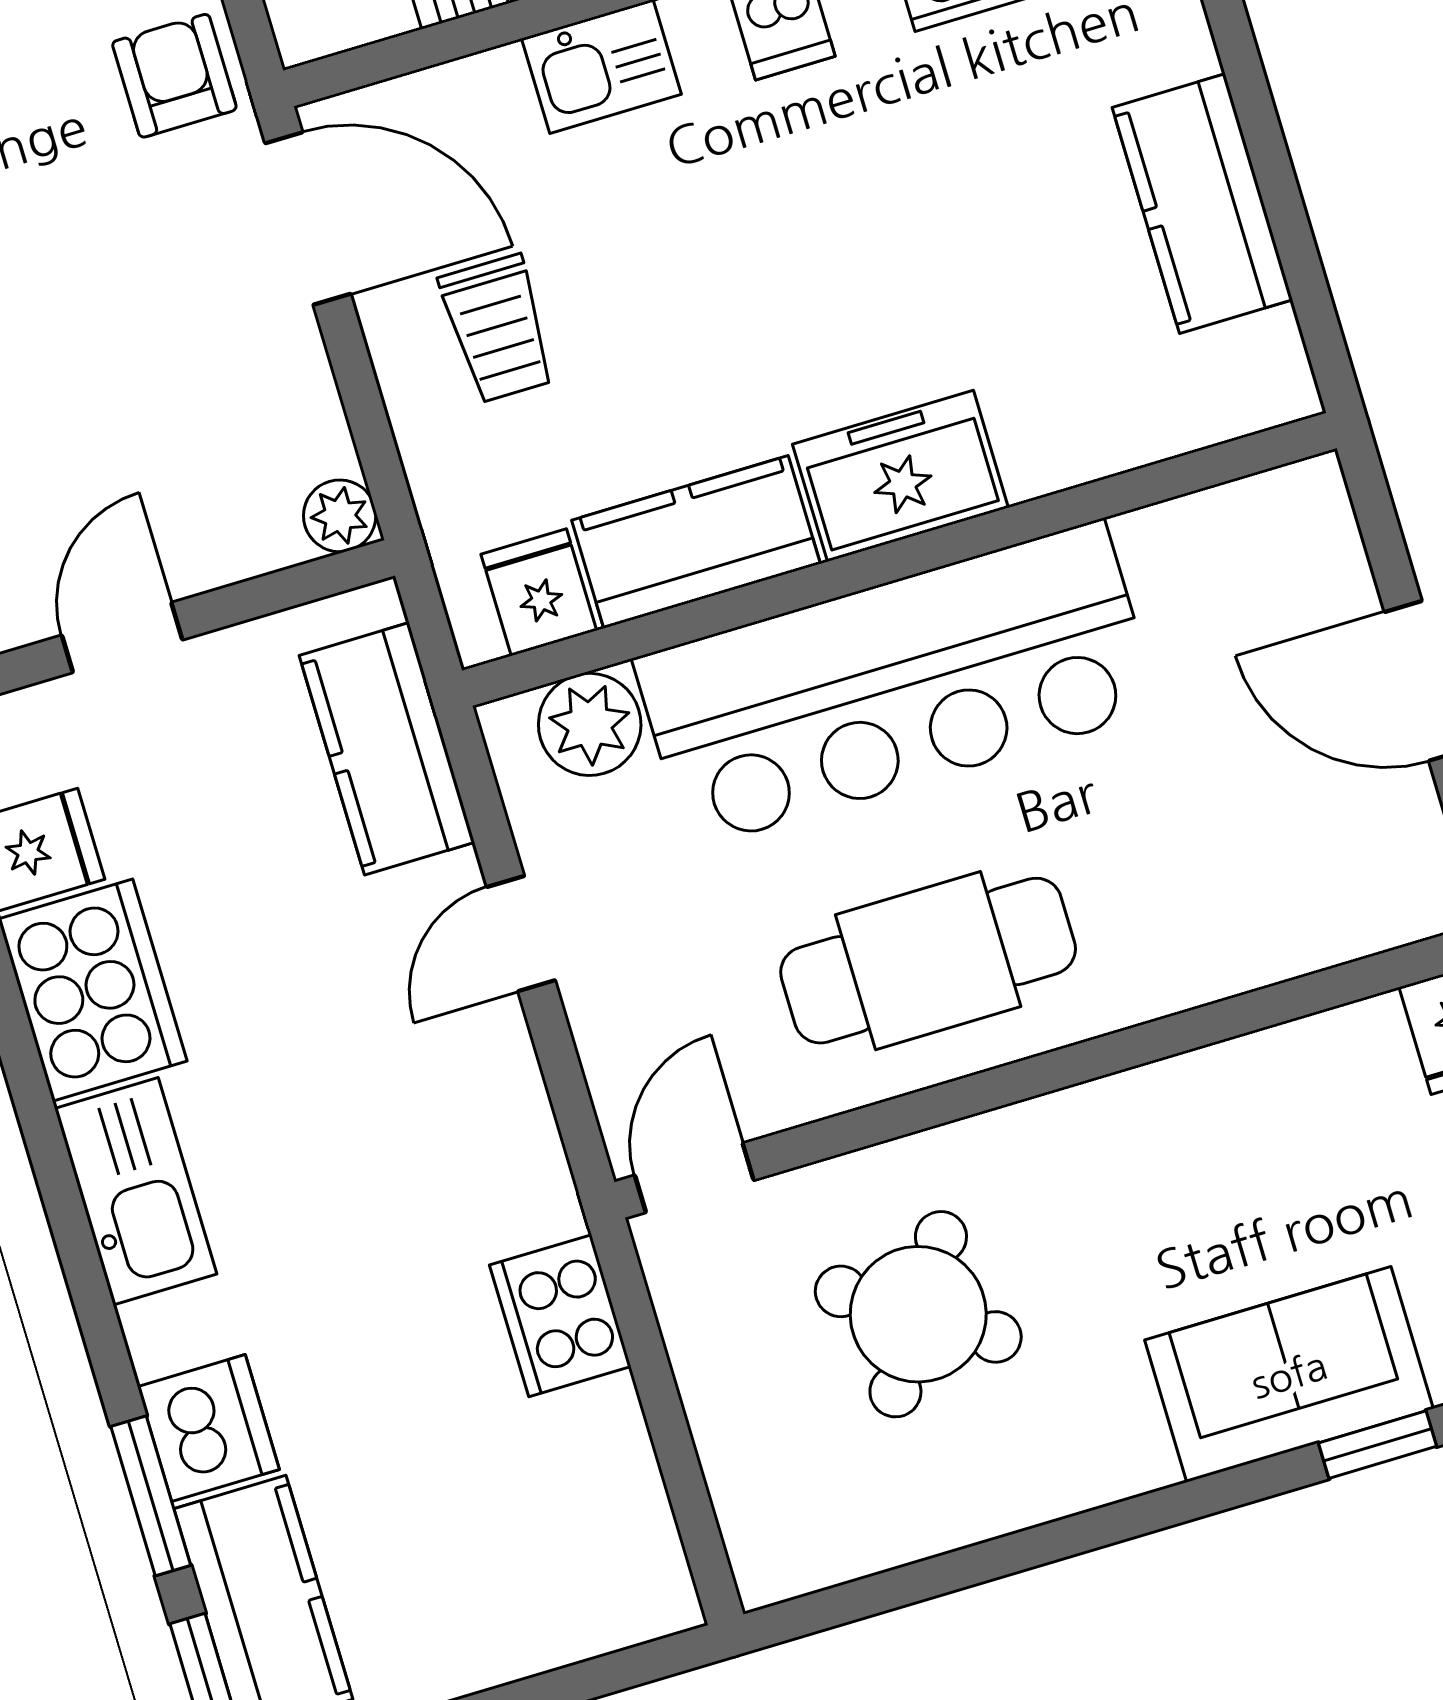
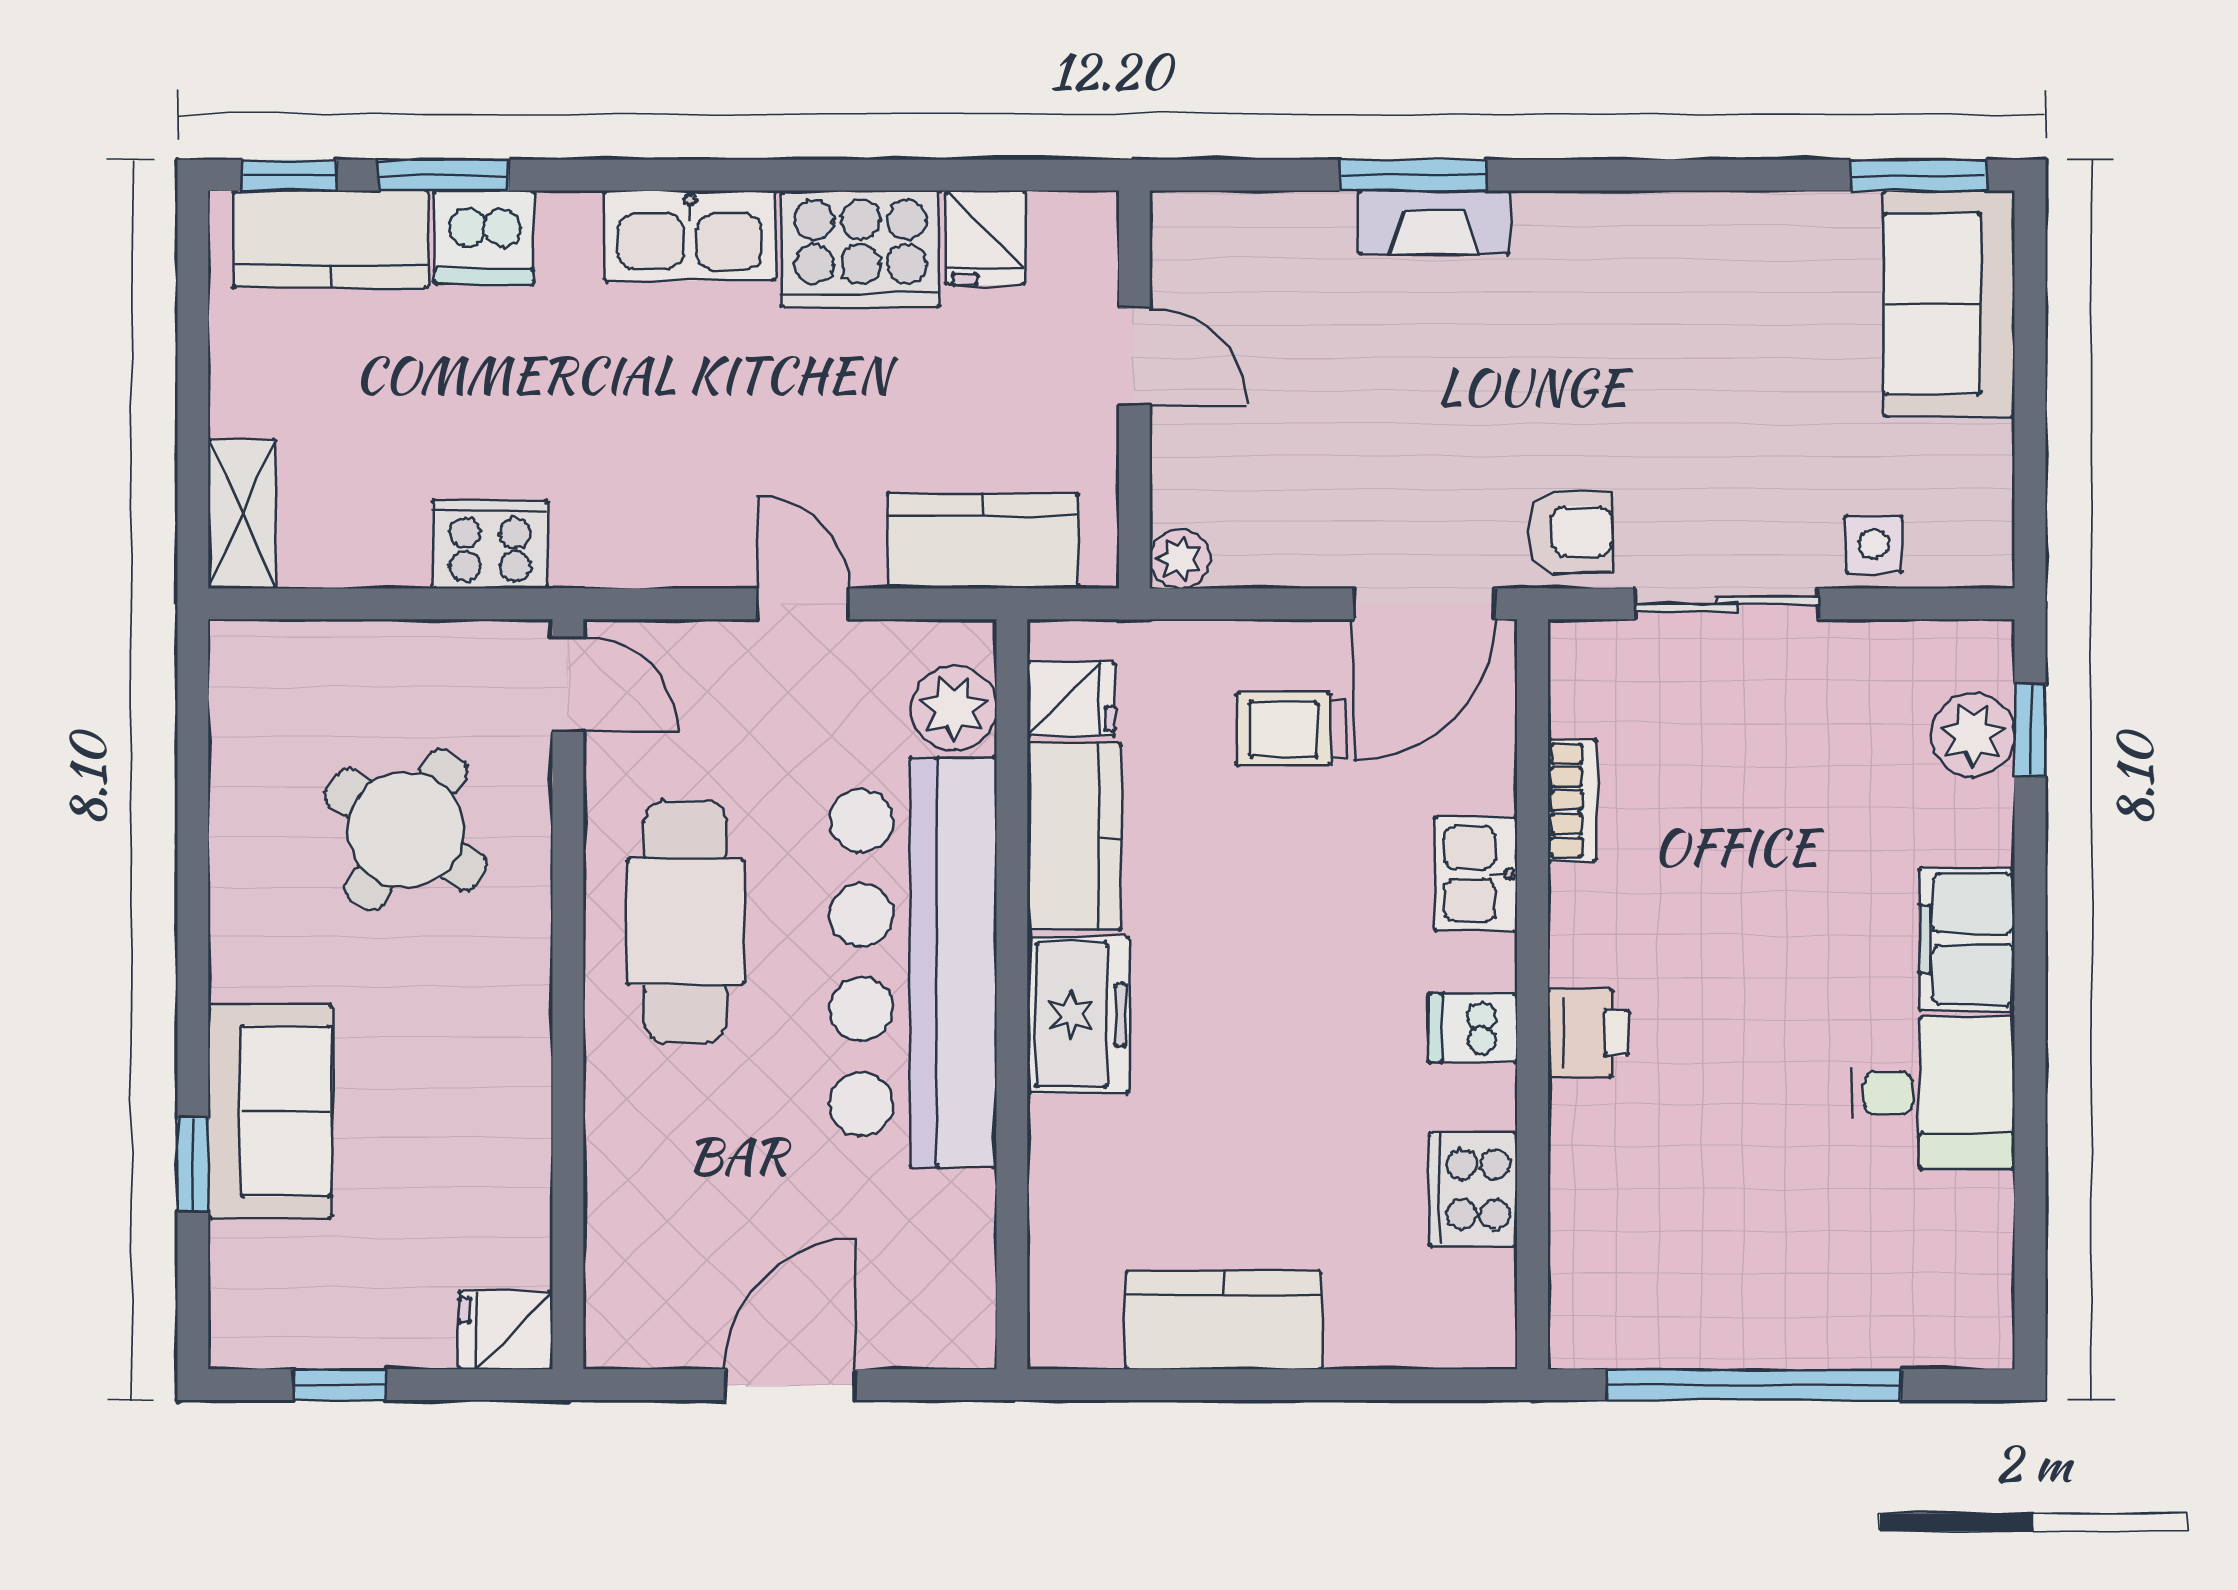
shelving: (610, 1612) -> (242, 514), added

